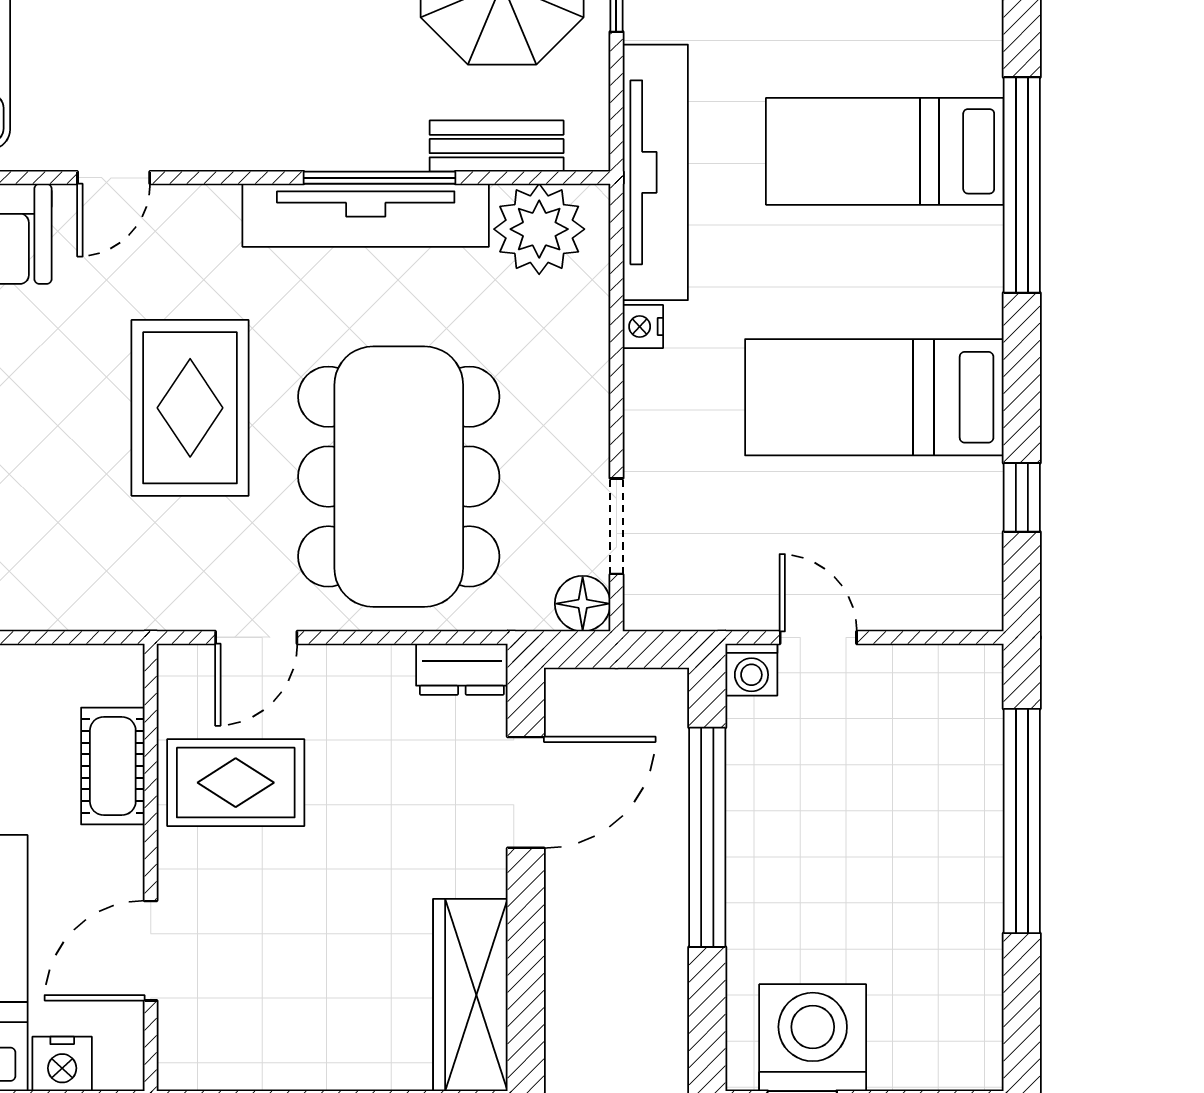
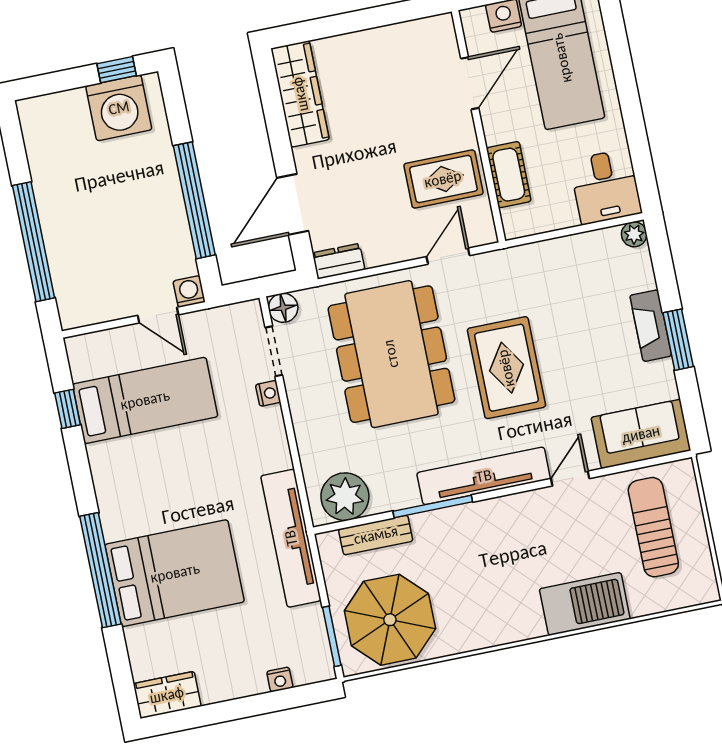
bed: (885, 151) -> (175, 573), width x1.50
tv unit: (366, 215) -> (484, 476), moved
nightstand: (643, 327) -> (268, 393), moved
bed: (874, 397) -> (145, 400), moved

